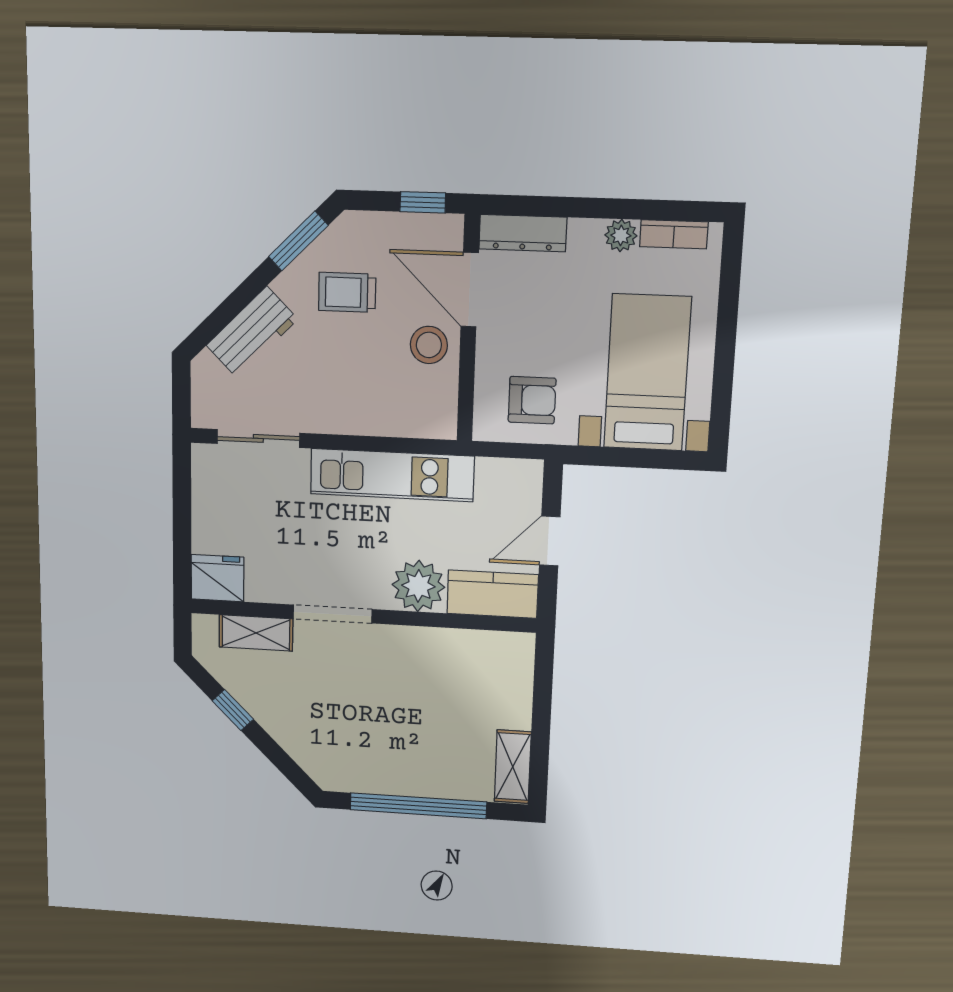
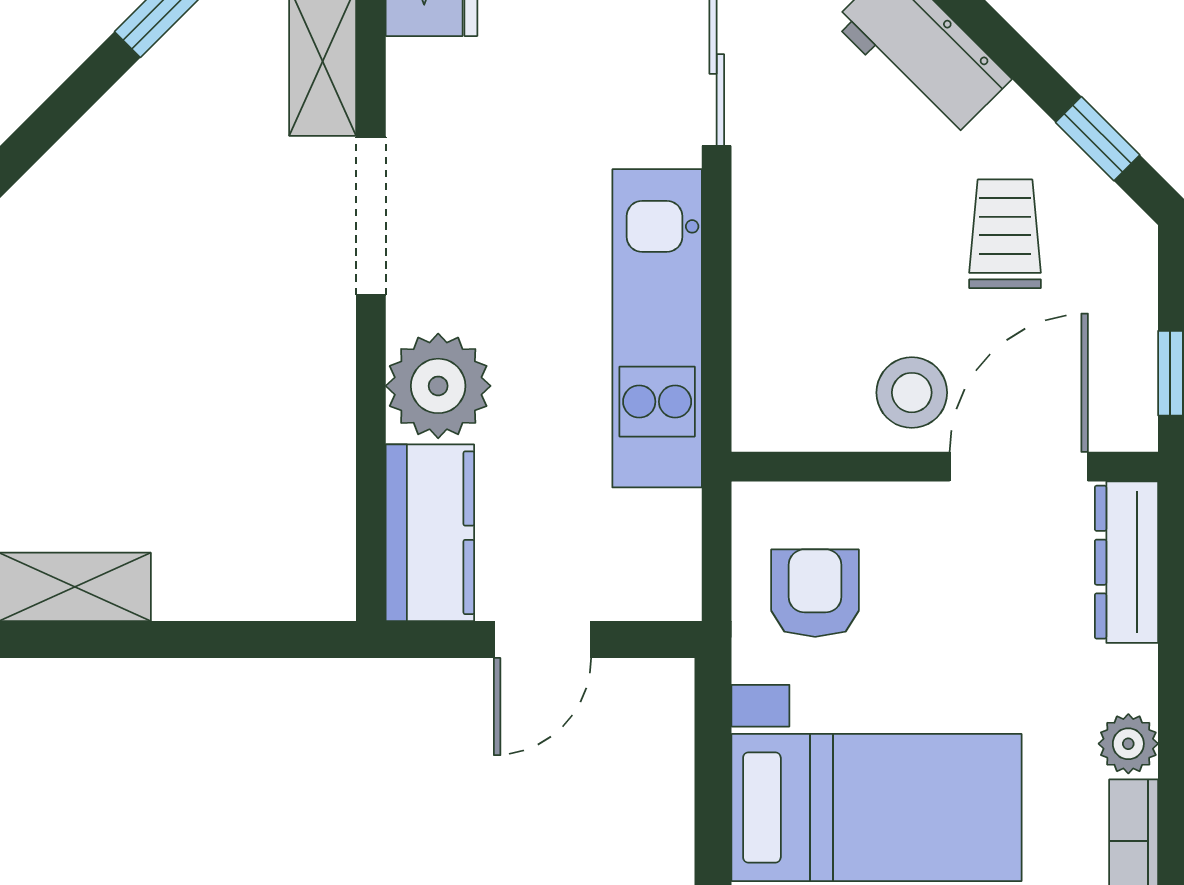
window: (298, 241) -> (1098, 139), width x0.67
armchair: (532, 400) -> (815, 593), turned 180
door: (550, 541) -> (542, 640), swing flipped

